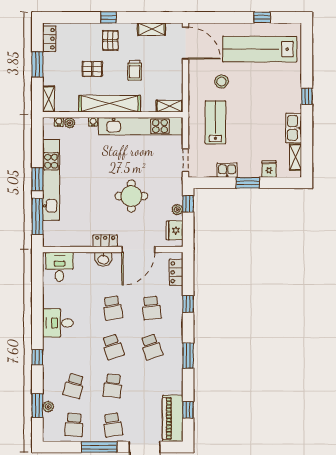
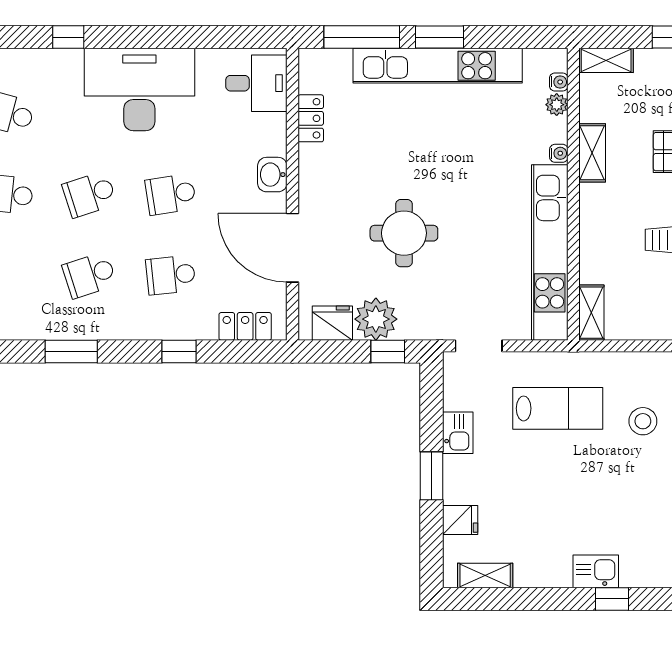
shelving: (110, 104) -> (592, 153), width x0.45, depth x0.75
kitchen sink: (294, 128) -> (596, 571), moved, width x0.73
plant: (177, 210) -> (376, 319), width x1.87, depth x1.87
locker: (105, 241) -> (311, 118), moved
desk: (58, 323) -> (139, 90), width x1.87, depth x1.30

